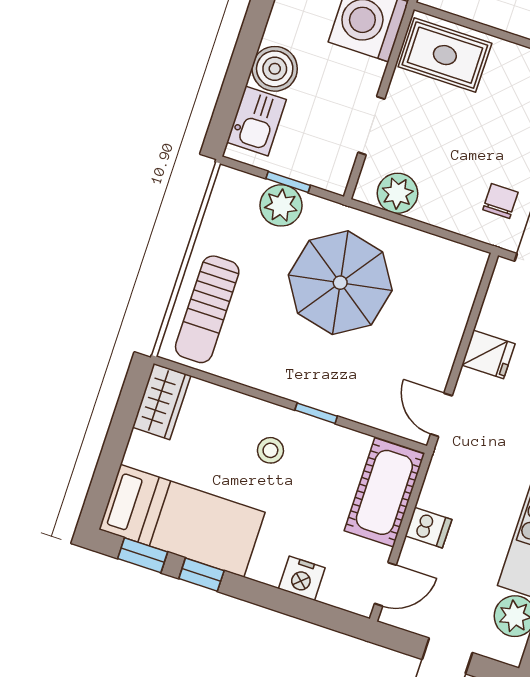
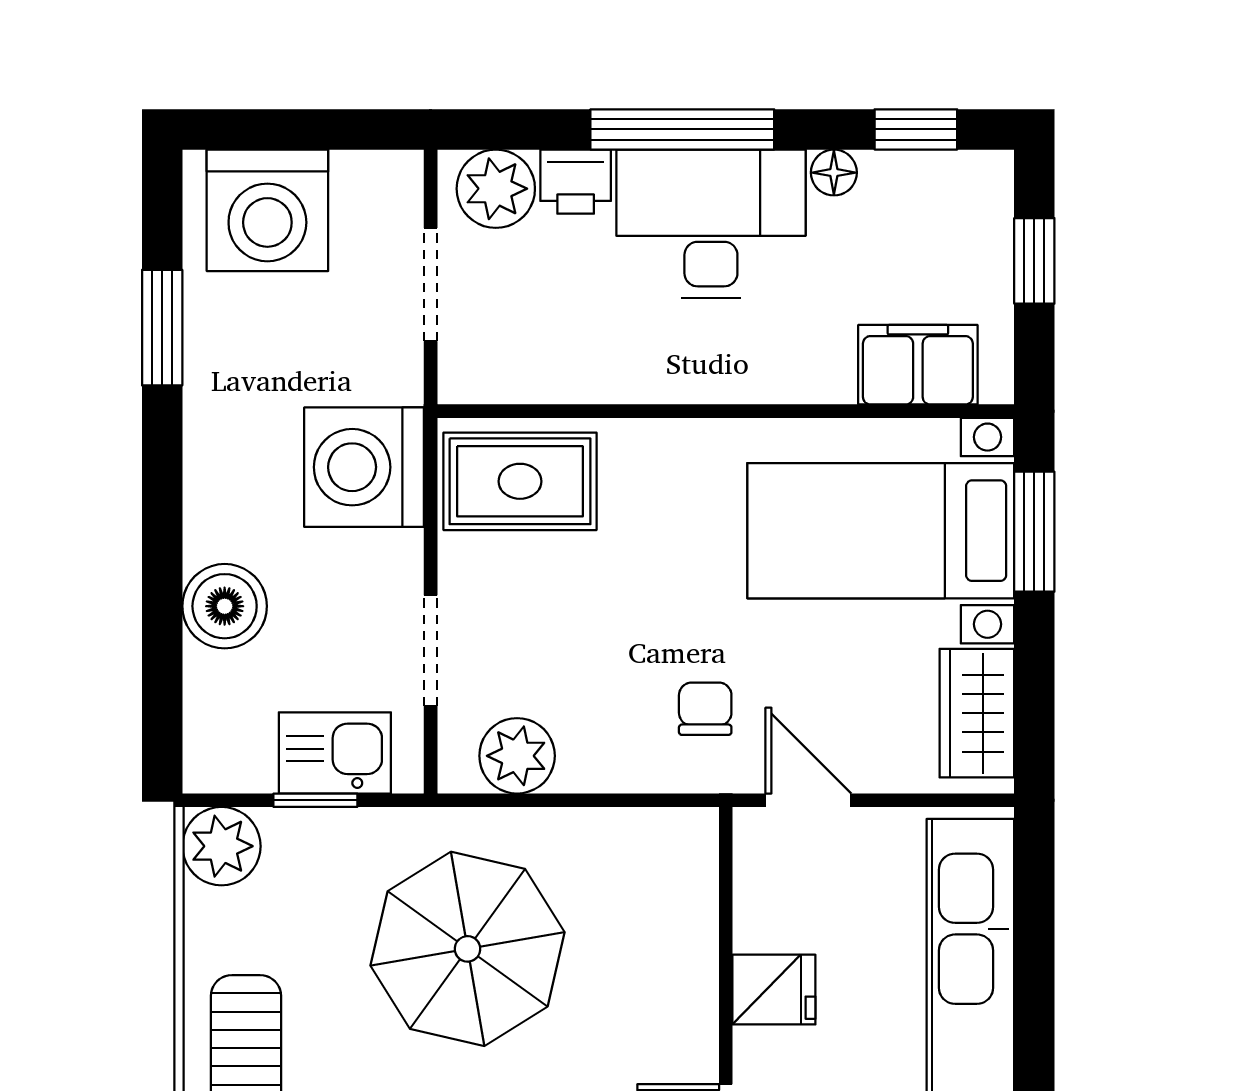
kitchen sink: (257, 121) -> (335, 753), moved, turned -90
plant: (281, 205) -> (221, 846), moved

